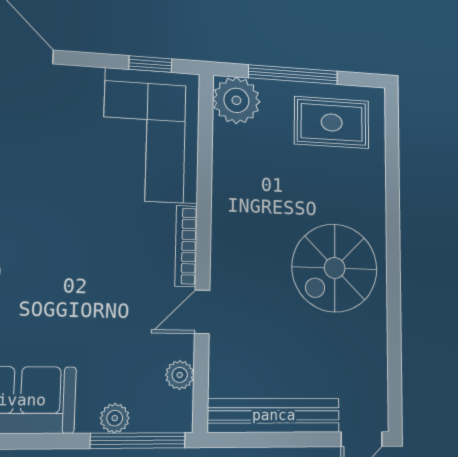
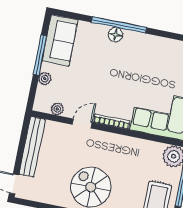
door: (202, 312) -> (82, 124), hinge flipped
window: (138, 441) -> (40, 55), moved

